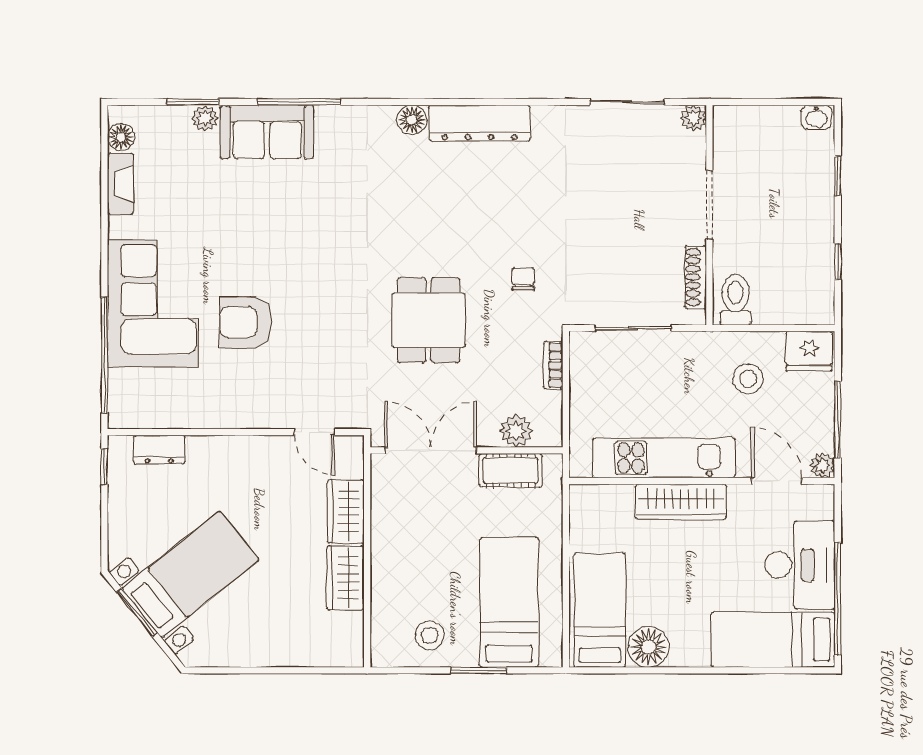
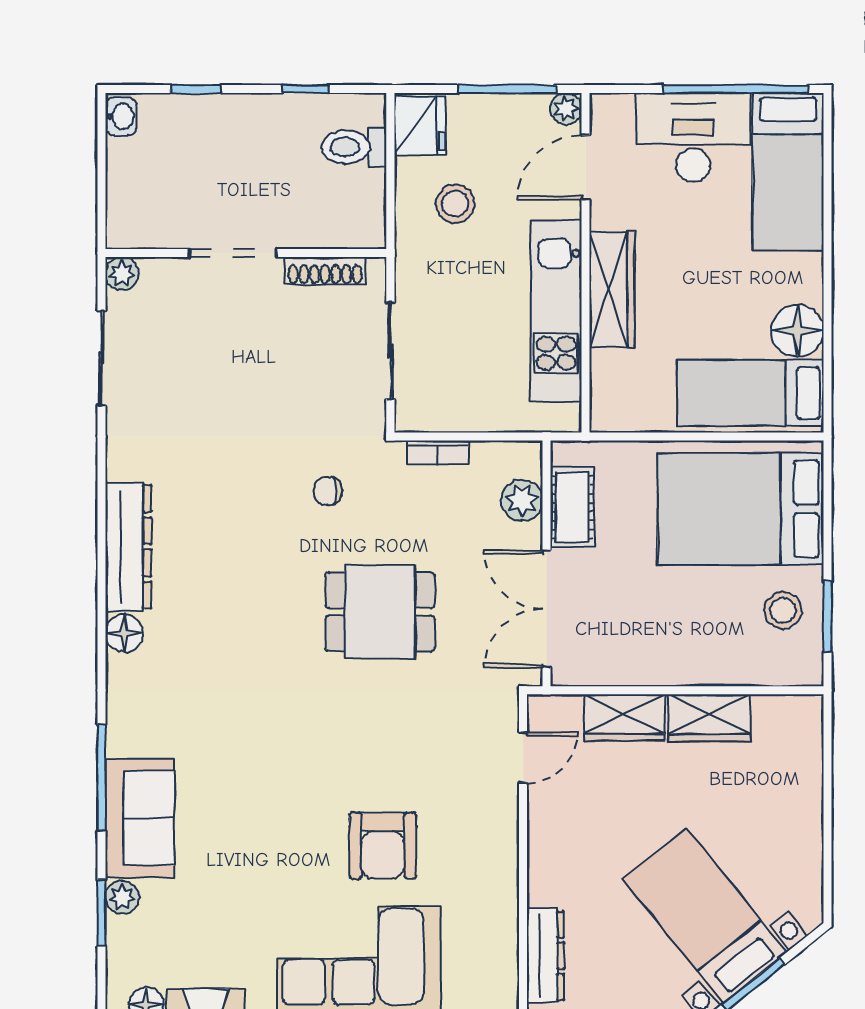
toilet: (736, 300) -> (354, 147), moved
dresser: (159, 450) -> (545, 956), width x1.44
bed: (509, 602) -> (741, 509), width x1.50
window: (479, 670) -> (828, 616), moved

